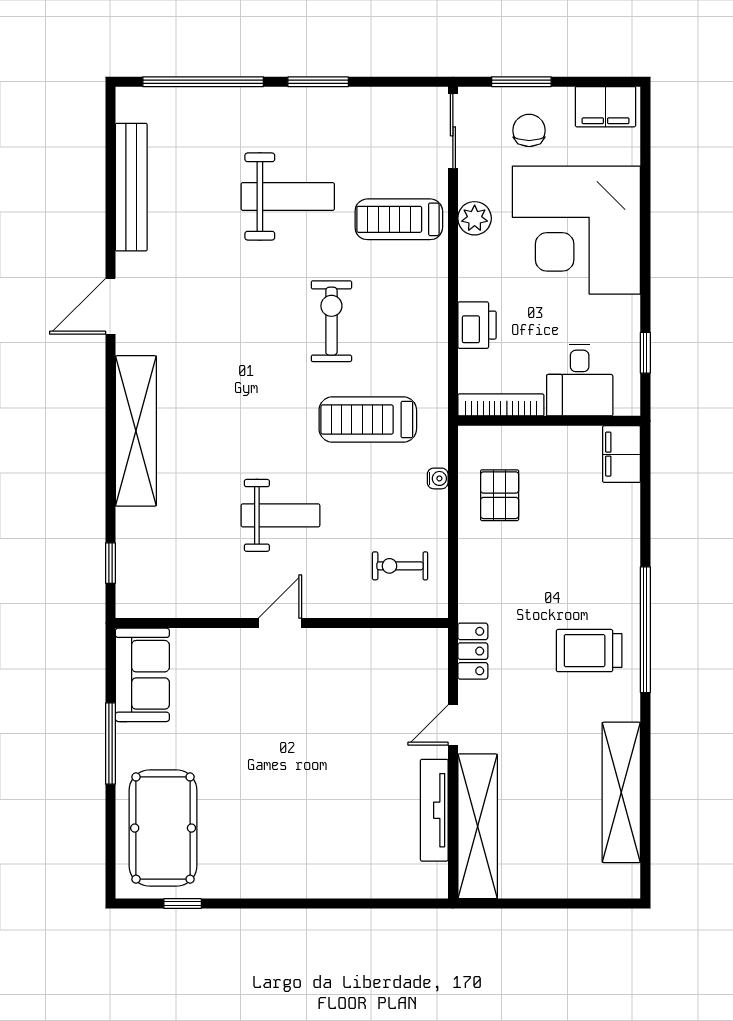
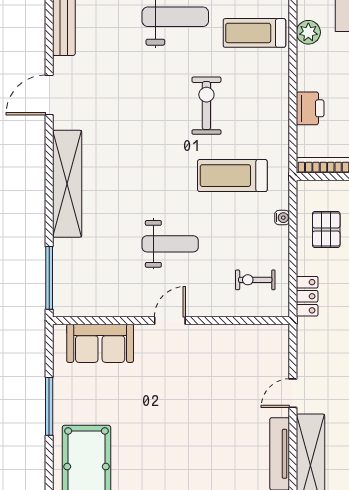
window: (110, 563) -> (49, 278), width x2.17
locker: (473, 651) -> (307, 296), moved
sofa: (142, 675) -> (100, 343), moved, turned 90

